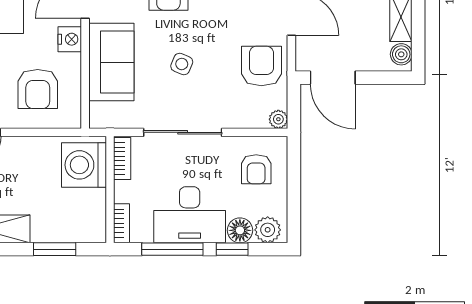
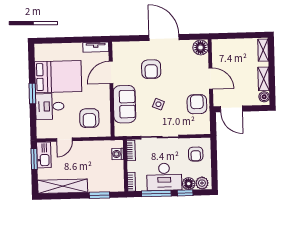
nightstand: (70, 39) -> (104, 94), removed
plant: (278, 119) -> (206, 130), removed
washing machine: (84, 165) -> (118, 154), width x0.53, depth x0.53

